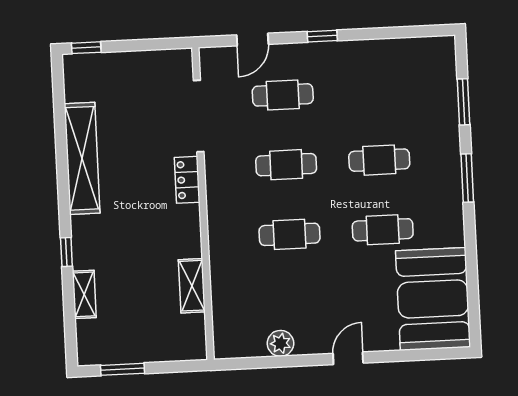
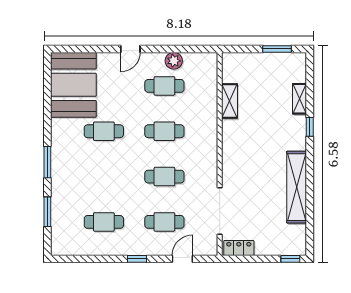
cafe table: (379, 160) -> (104, 222), moved
locker: (187, 180) -> (239, 248), moved, turned -90
cafe table: (293, 304) -> (164, 86), added

